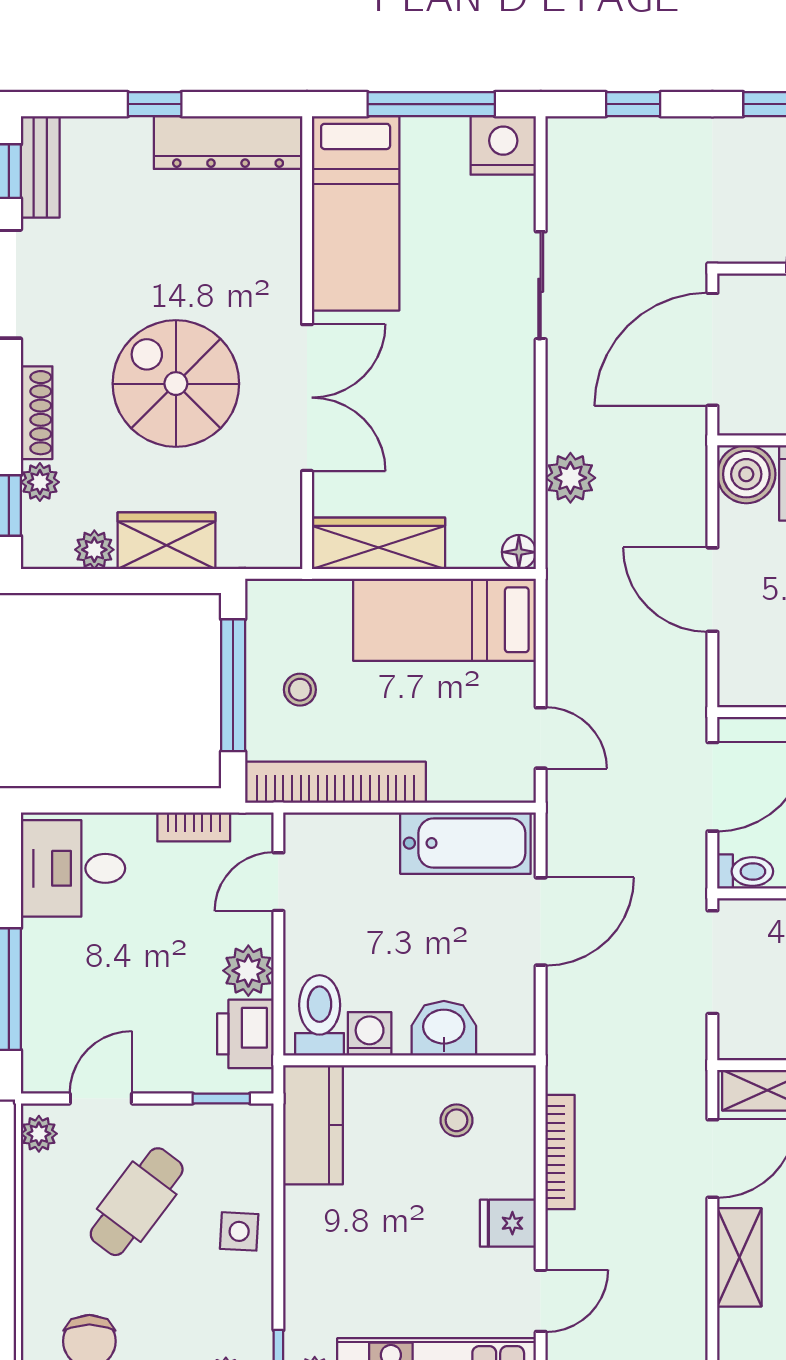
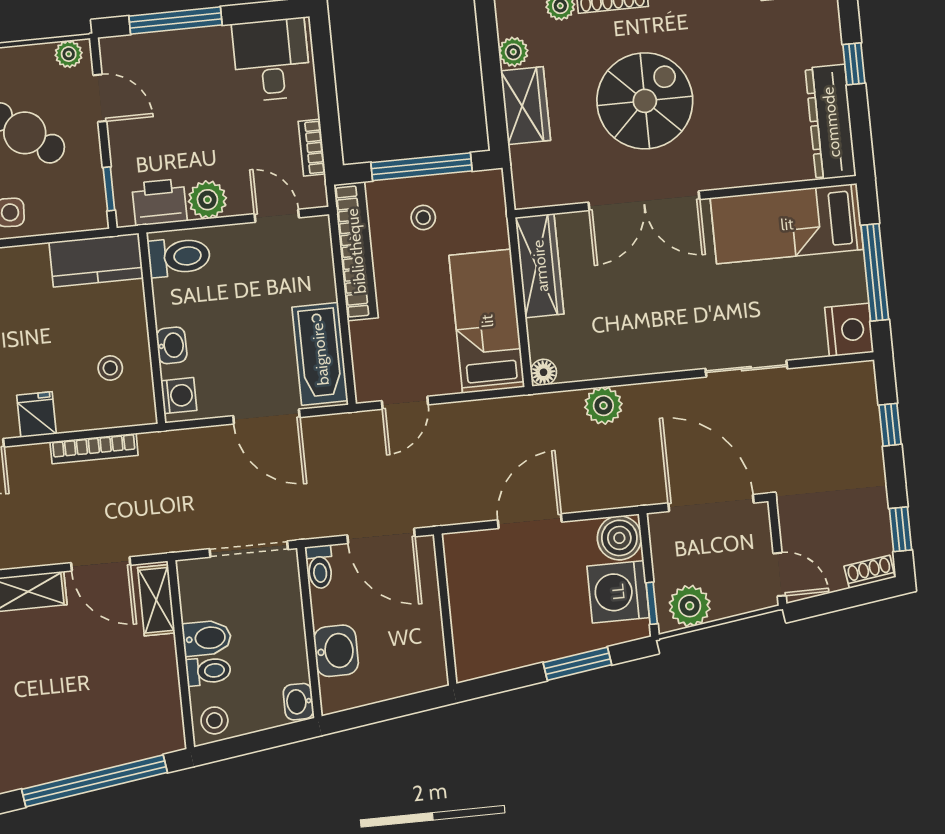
washbasin: (444, 1028) -> (172, 345), width x0.72, depth x0.69
washing machine: (370, 1034) -> (179, 396), moved

